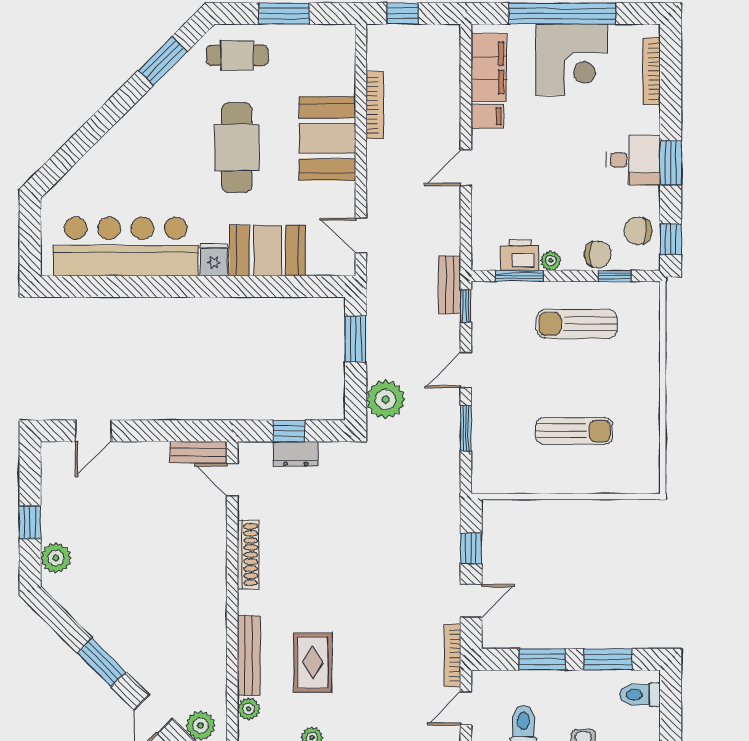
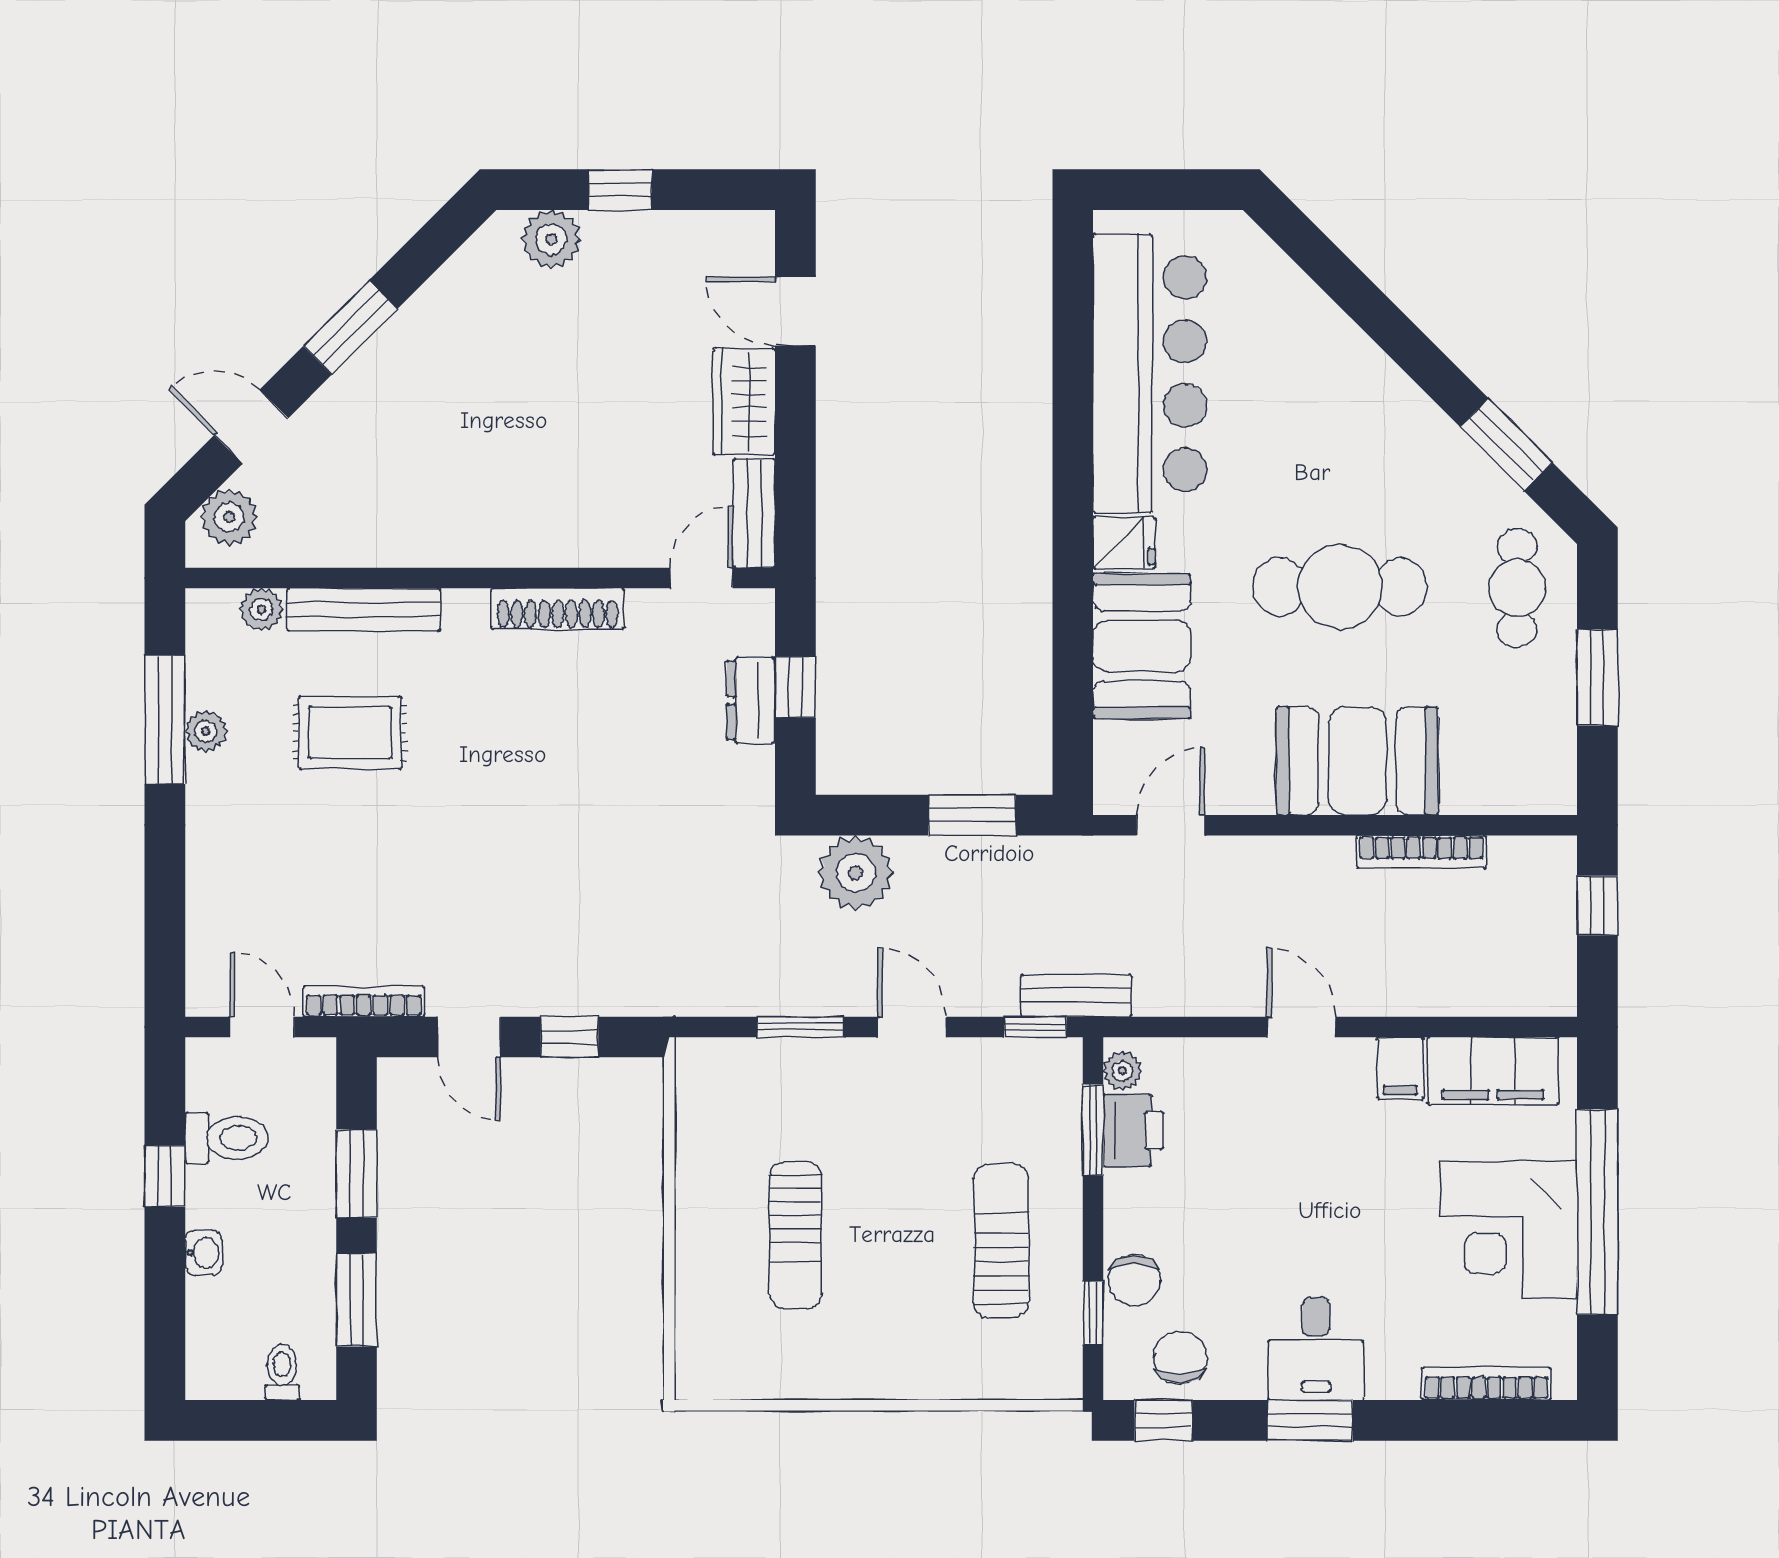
plant: (551, 261) -> (1122, 1071), moved
wardrobe: (140, 458) -> (744, 401), added
toilet: (640, 695) -> (282, 1372), width x0.73, depth x0.72

